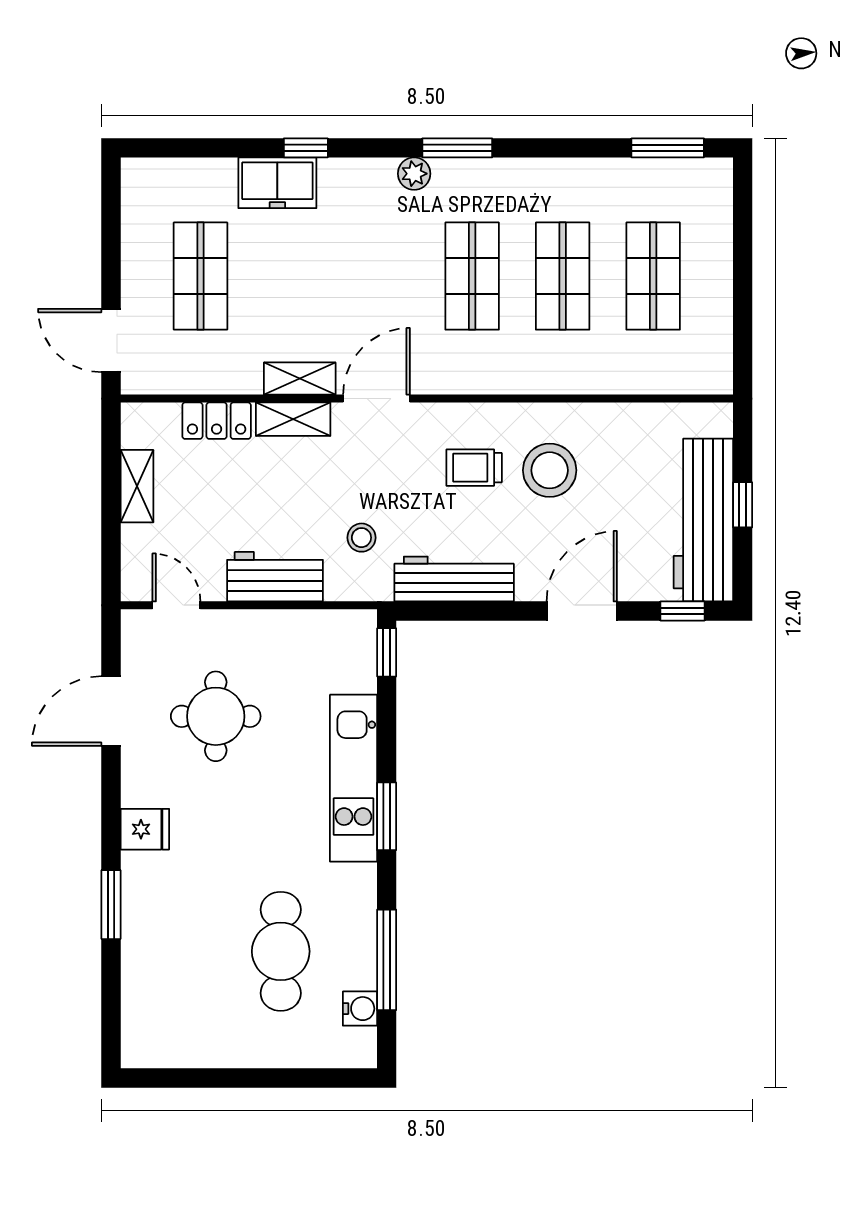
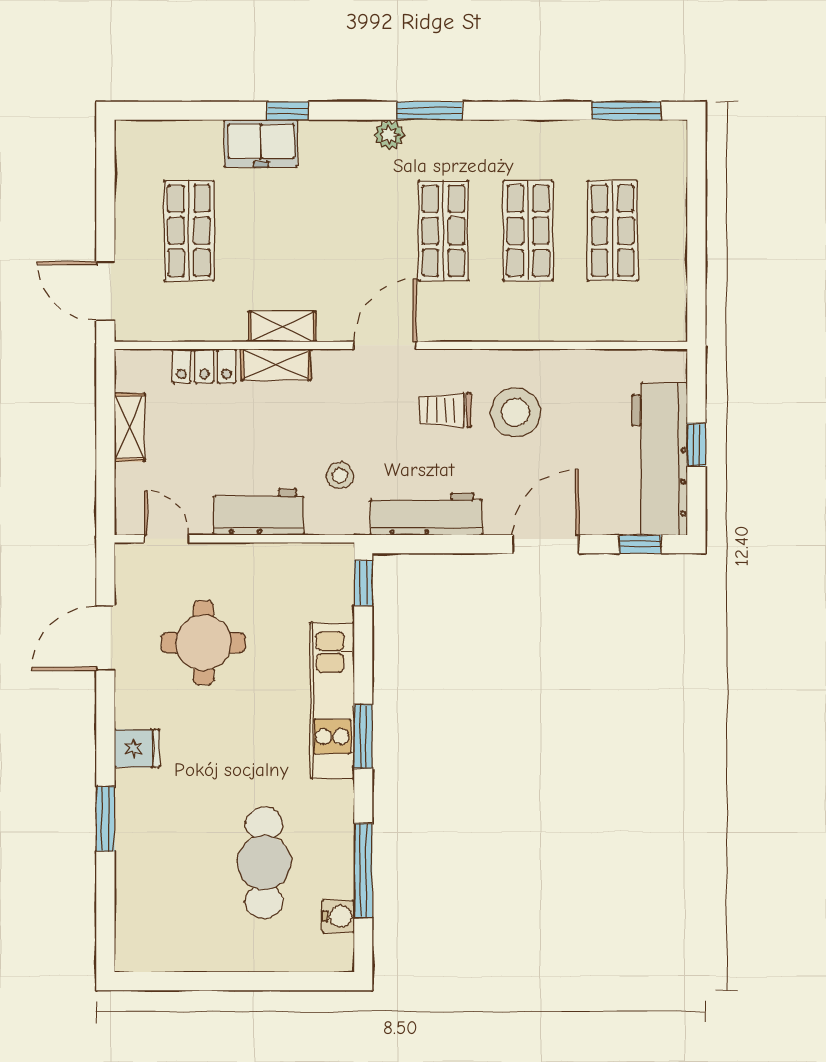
door: (377, 399) -> (385, 345), moved

